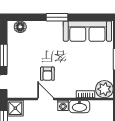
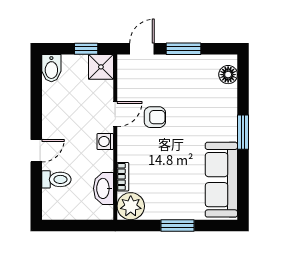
armchair: (47, 74) -> (155, 117), turned 180
washbasin: (79, 107) -> (104, 188), moved

